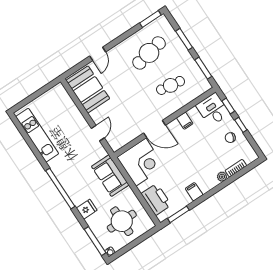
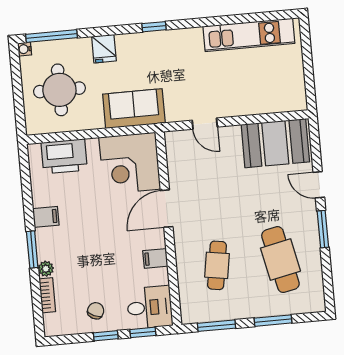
window: (150, 19) -> (323, 229), moved
window: (60, 189) -> (154, 27), width x0.32
window: (178, 214) -> (32, 249), moved

